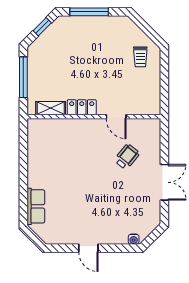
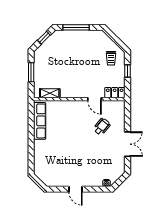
window: (164, 75) -> (128, 71), added
window: (23, 77) -> (31, 72), width x0.69
locker: (82, 107) -> (115, 93), moved
row of seats: (36, 206) -> (40, 121), moved, width x1.48

